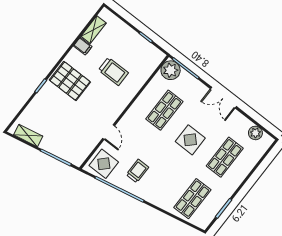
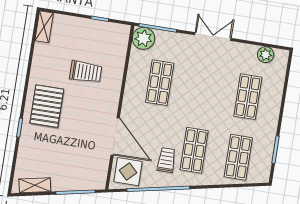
shelving: (94, 30) -> (44, 27), moved
filing cabinet: (83, 46) -> (40, 63), removed
pallet: (70, 81) -> (47, 106), turned 90
double door: (223, 98) -> (213, 37), swing flipped
door: (109, 132) -> (115, 136), width x1.88
display table: (190, 140) -> (203, 98), removed
shop shelf: (162, 175) -> (194, 150), added

